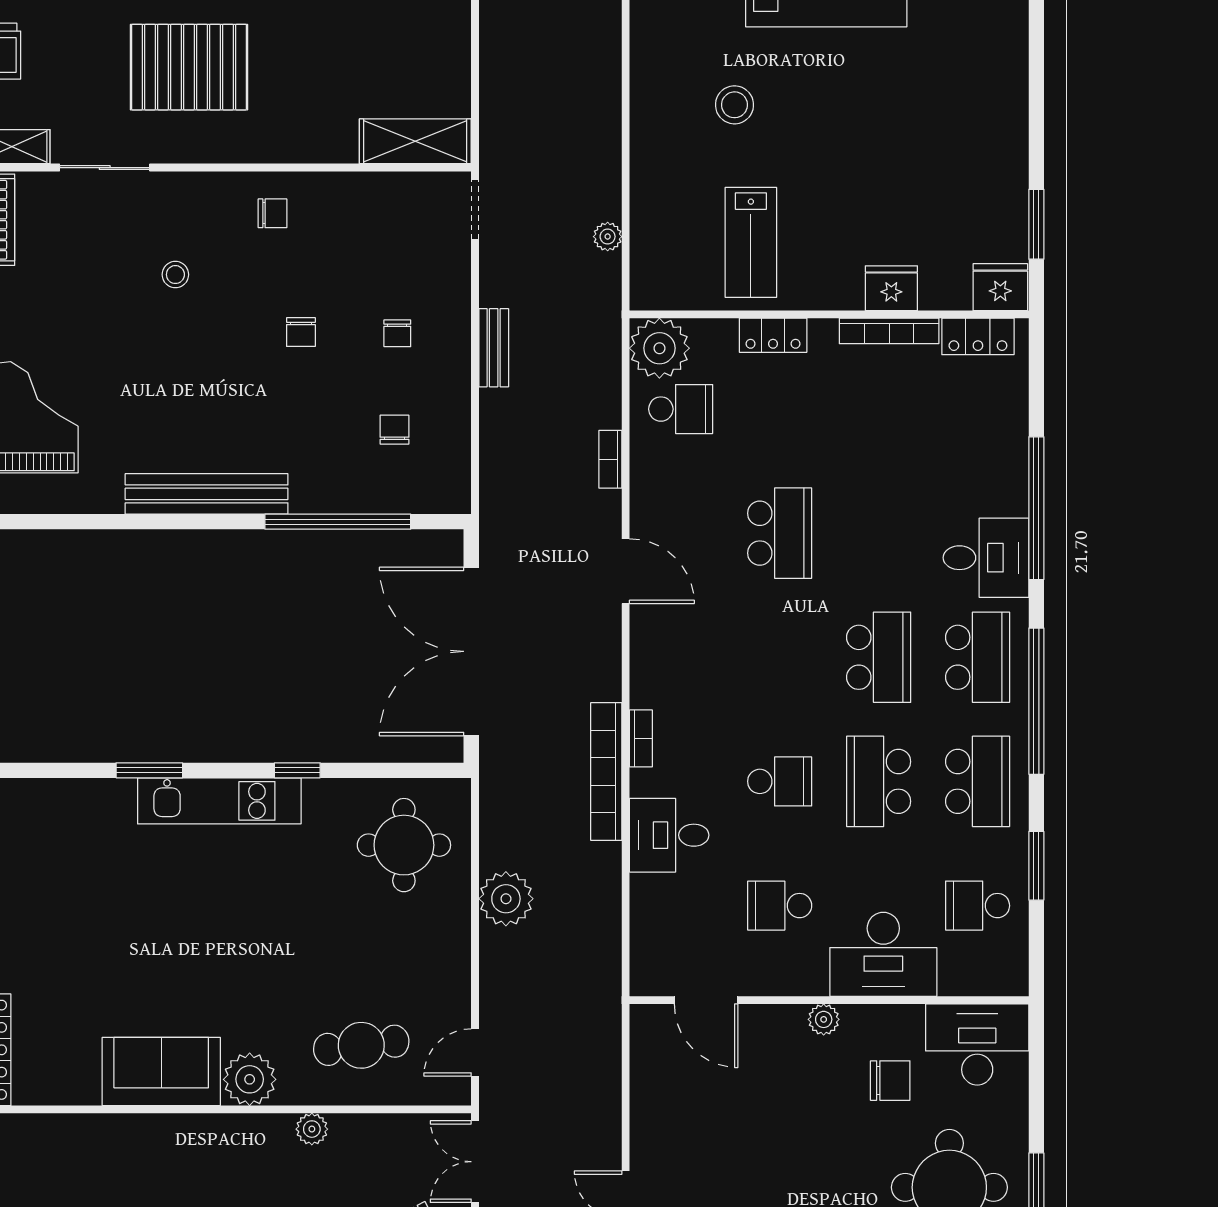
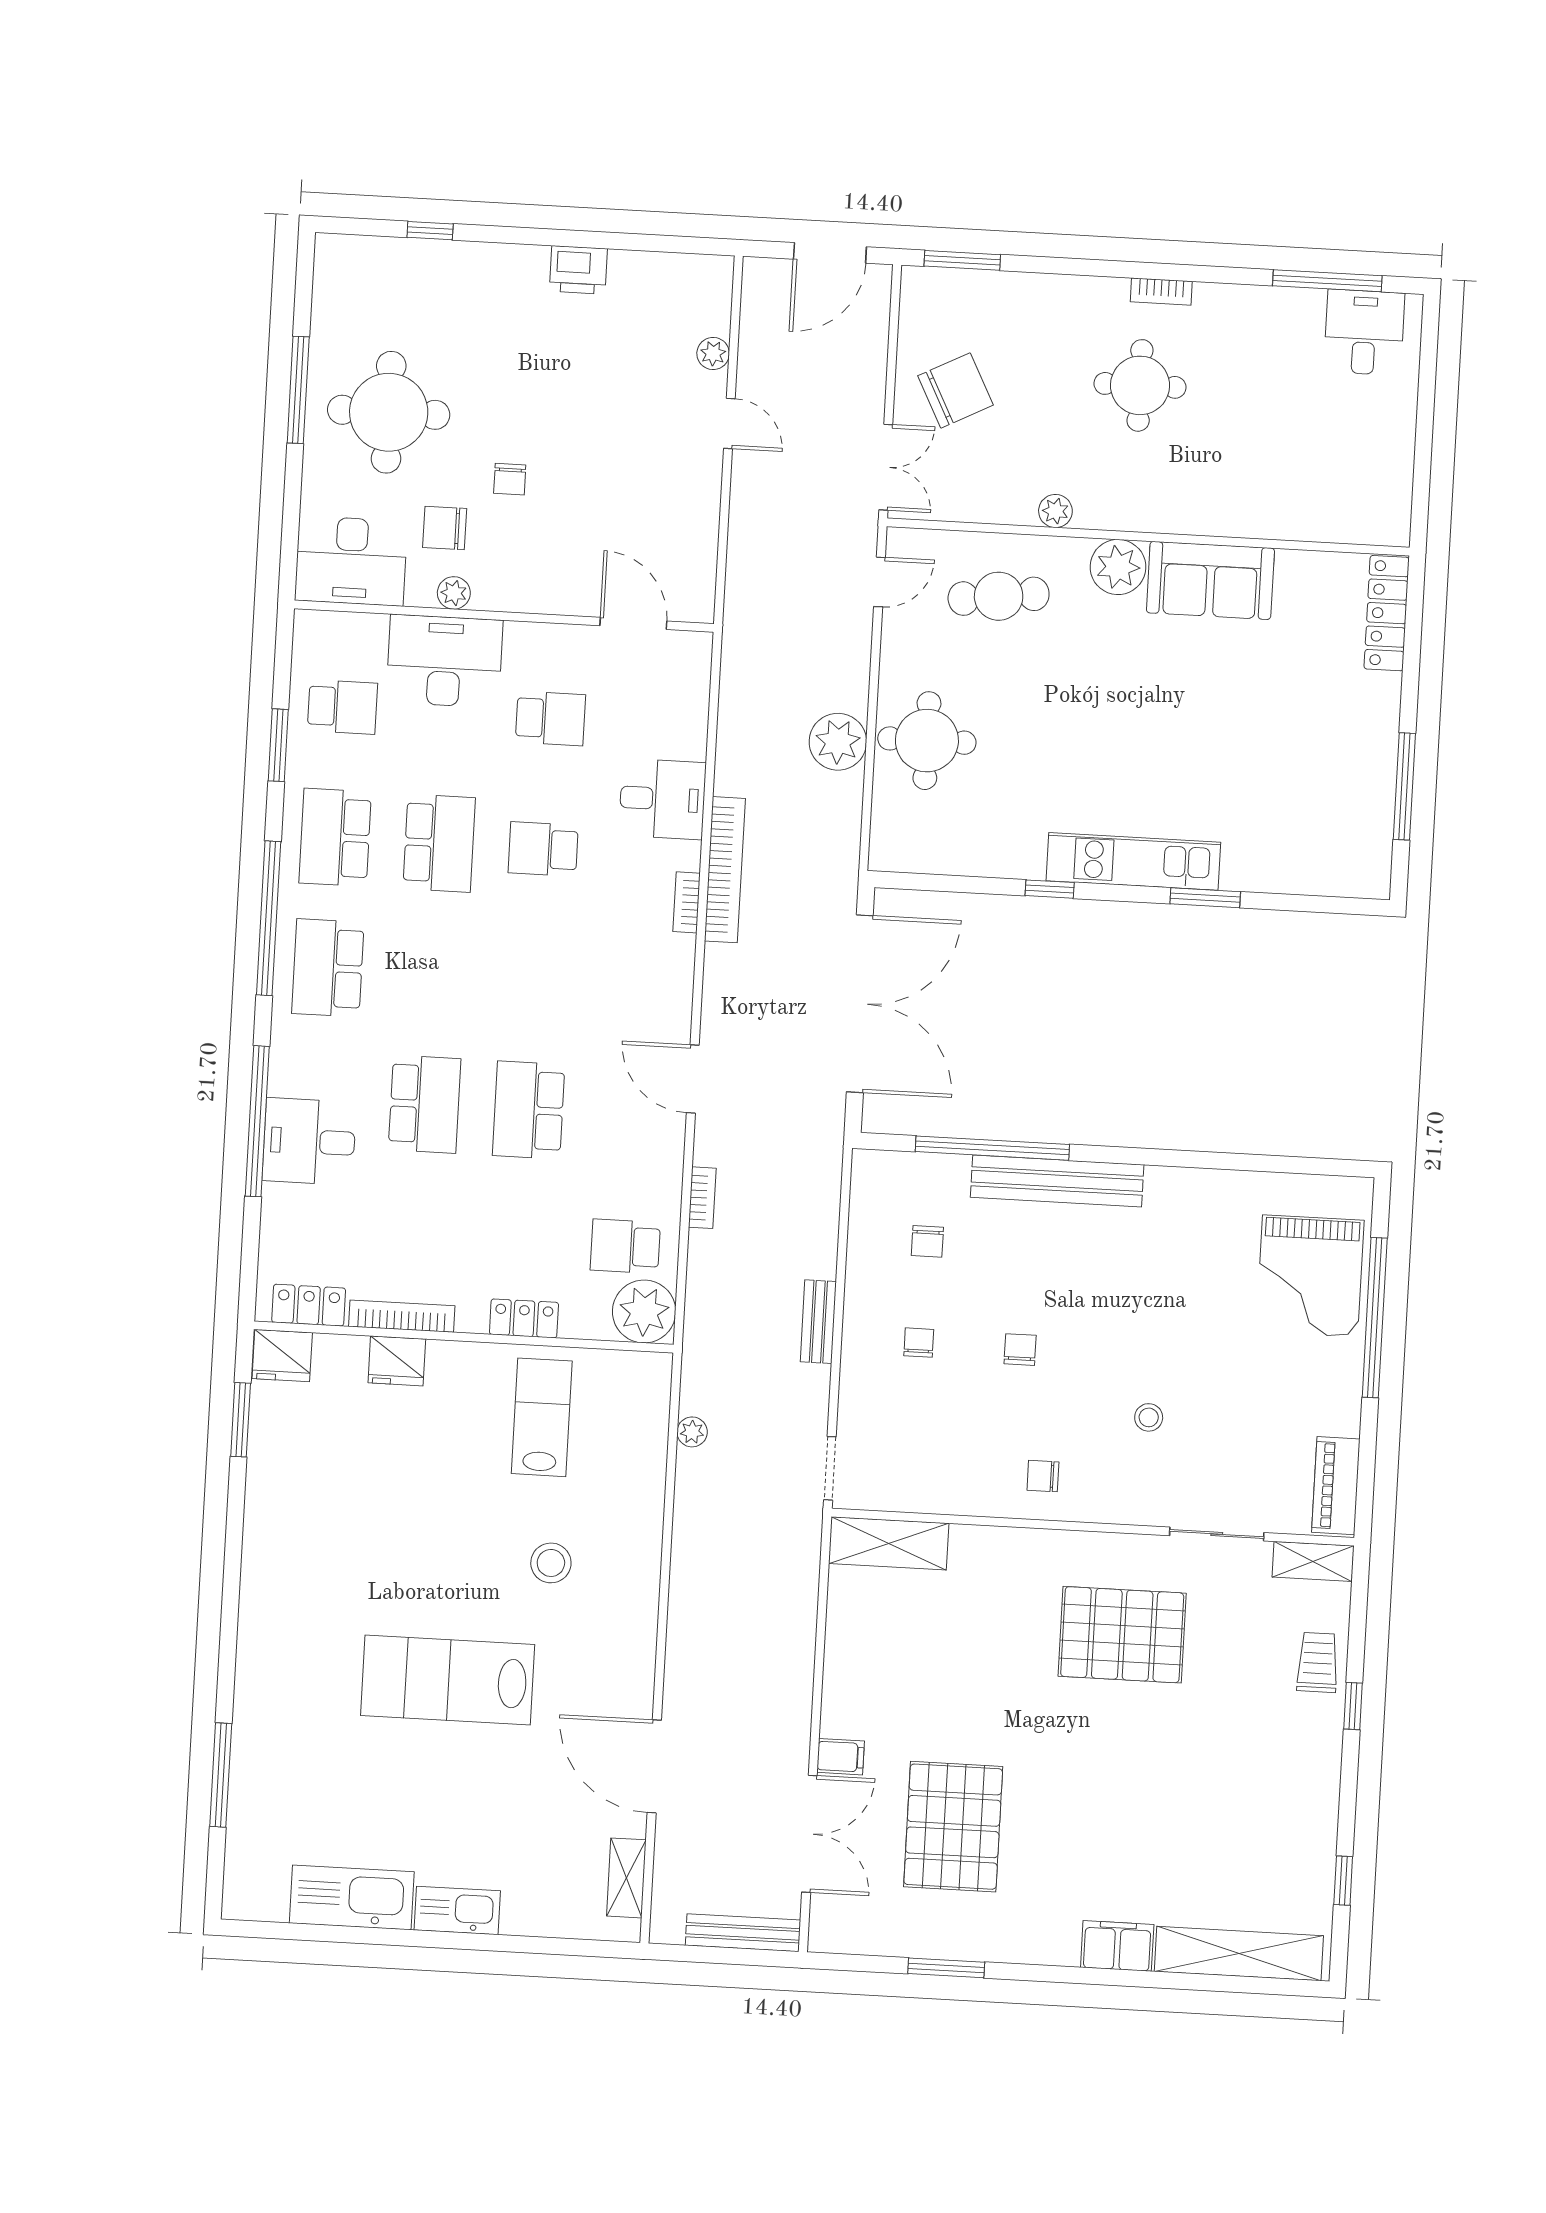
bench: (207, 494) -> (1057, 1181), moved
desk: (986, 558) -> (309, 1141), moved
school desk: (879, 657) -> (425, 1104), moved, turned 180
round table: (404, 845) -> (927, 741), moved
plant: (824, 1019) -> (454, 593), moved
chair: (831, 1130) -> (510, 479), added

